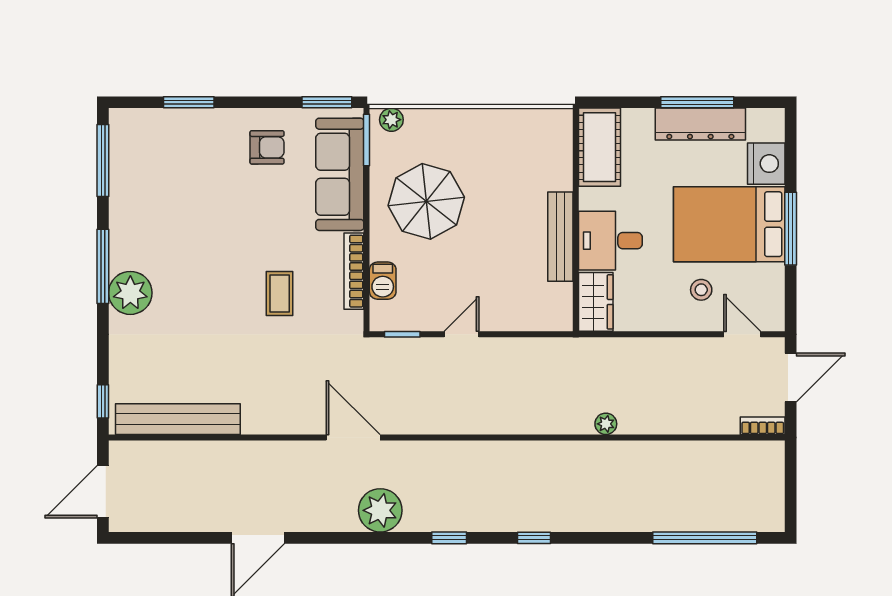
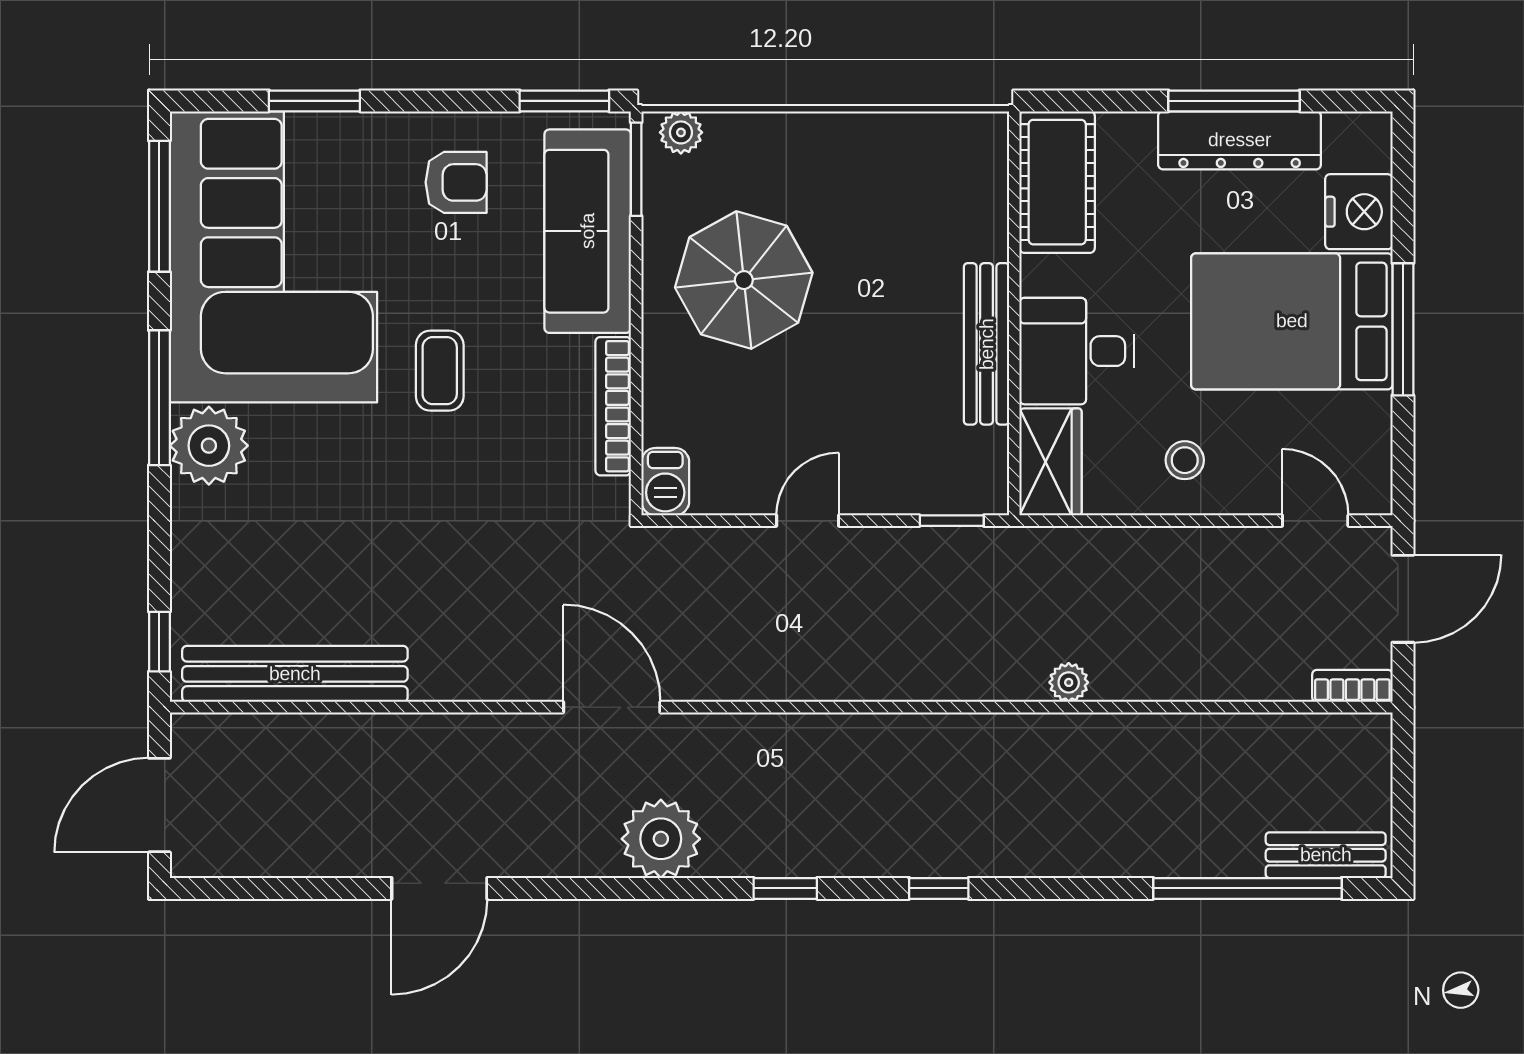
corner sofa: (166, 188) -> (273, 257), added
barbecue: (383, 281) -> (665, 482), moved
stool: (701, 290) -> (1185, 460), moved
coffee table: (280, 294) -> (440, 371), moved
window: (402, 334) -> (952, 521), moved
bench: (748, 519) -> (1326, 855), added

